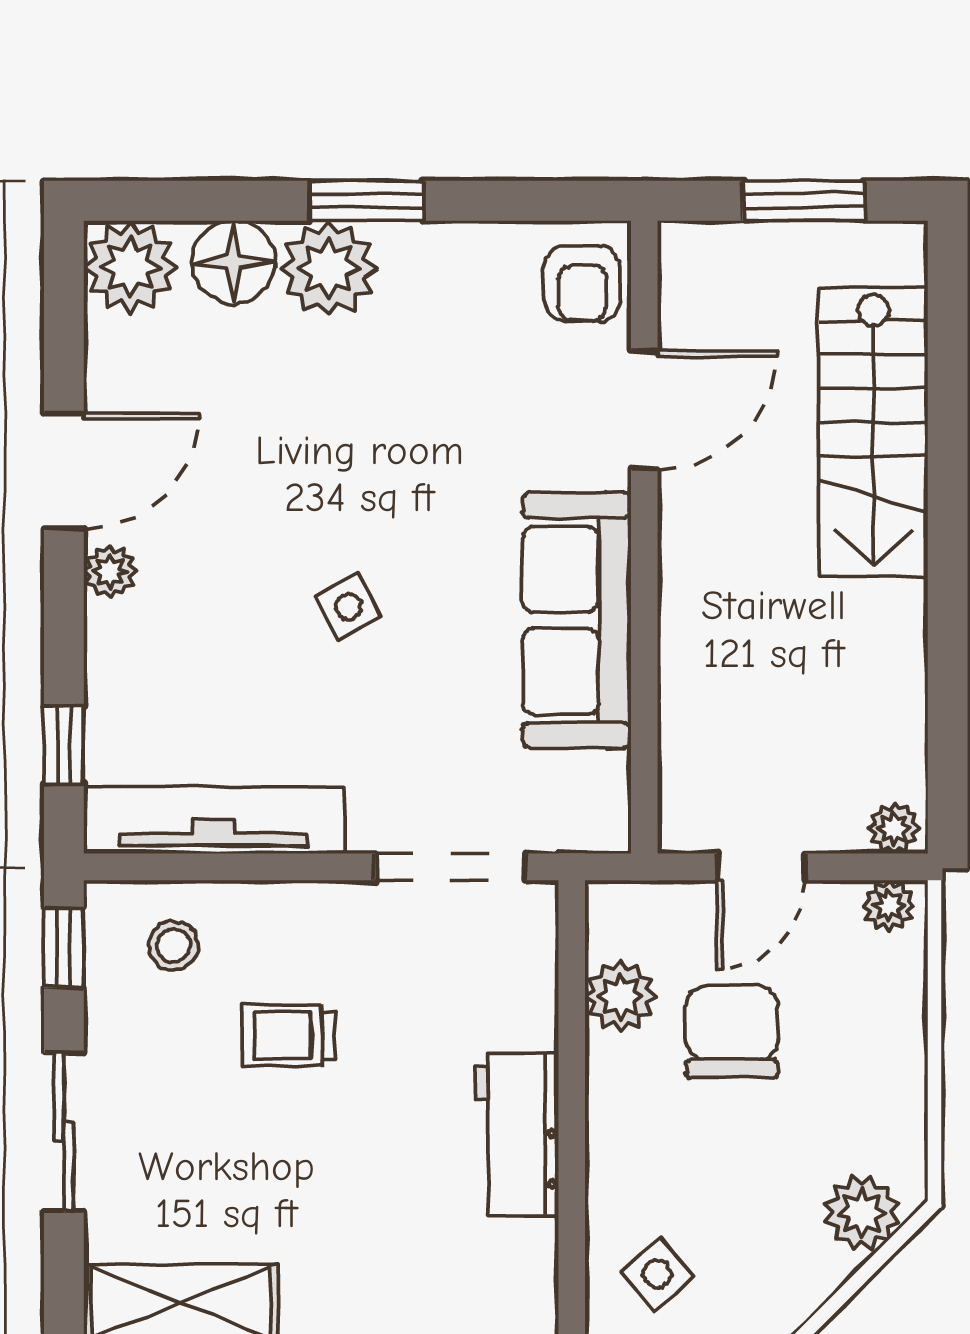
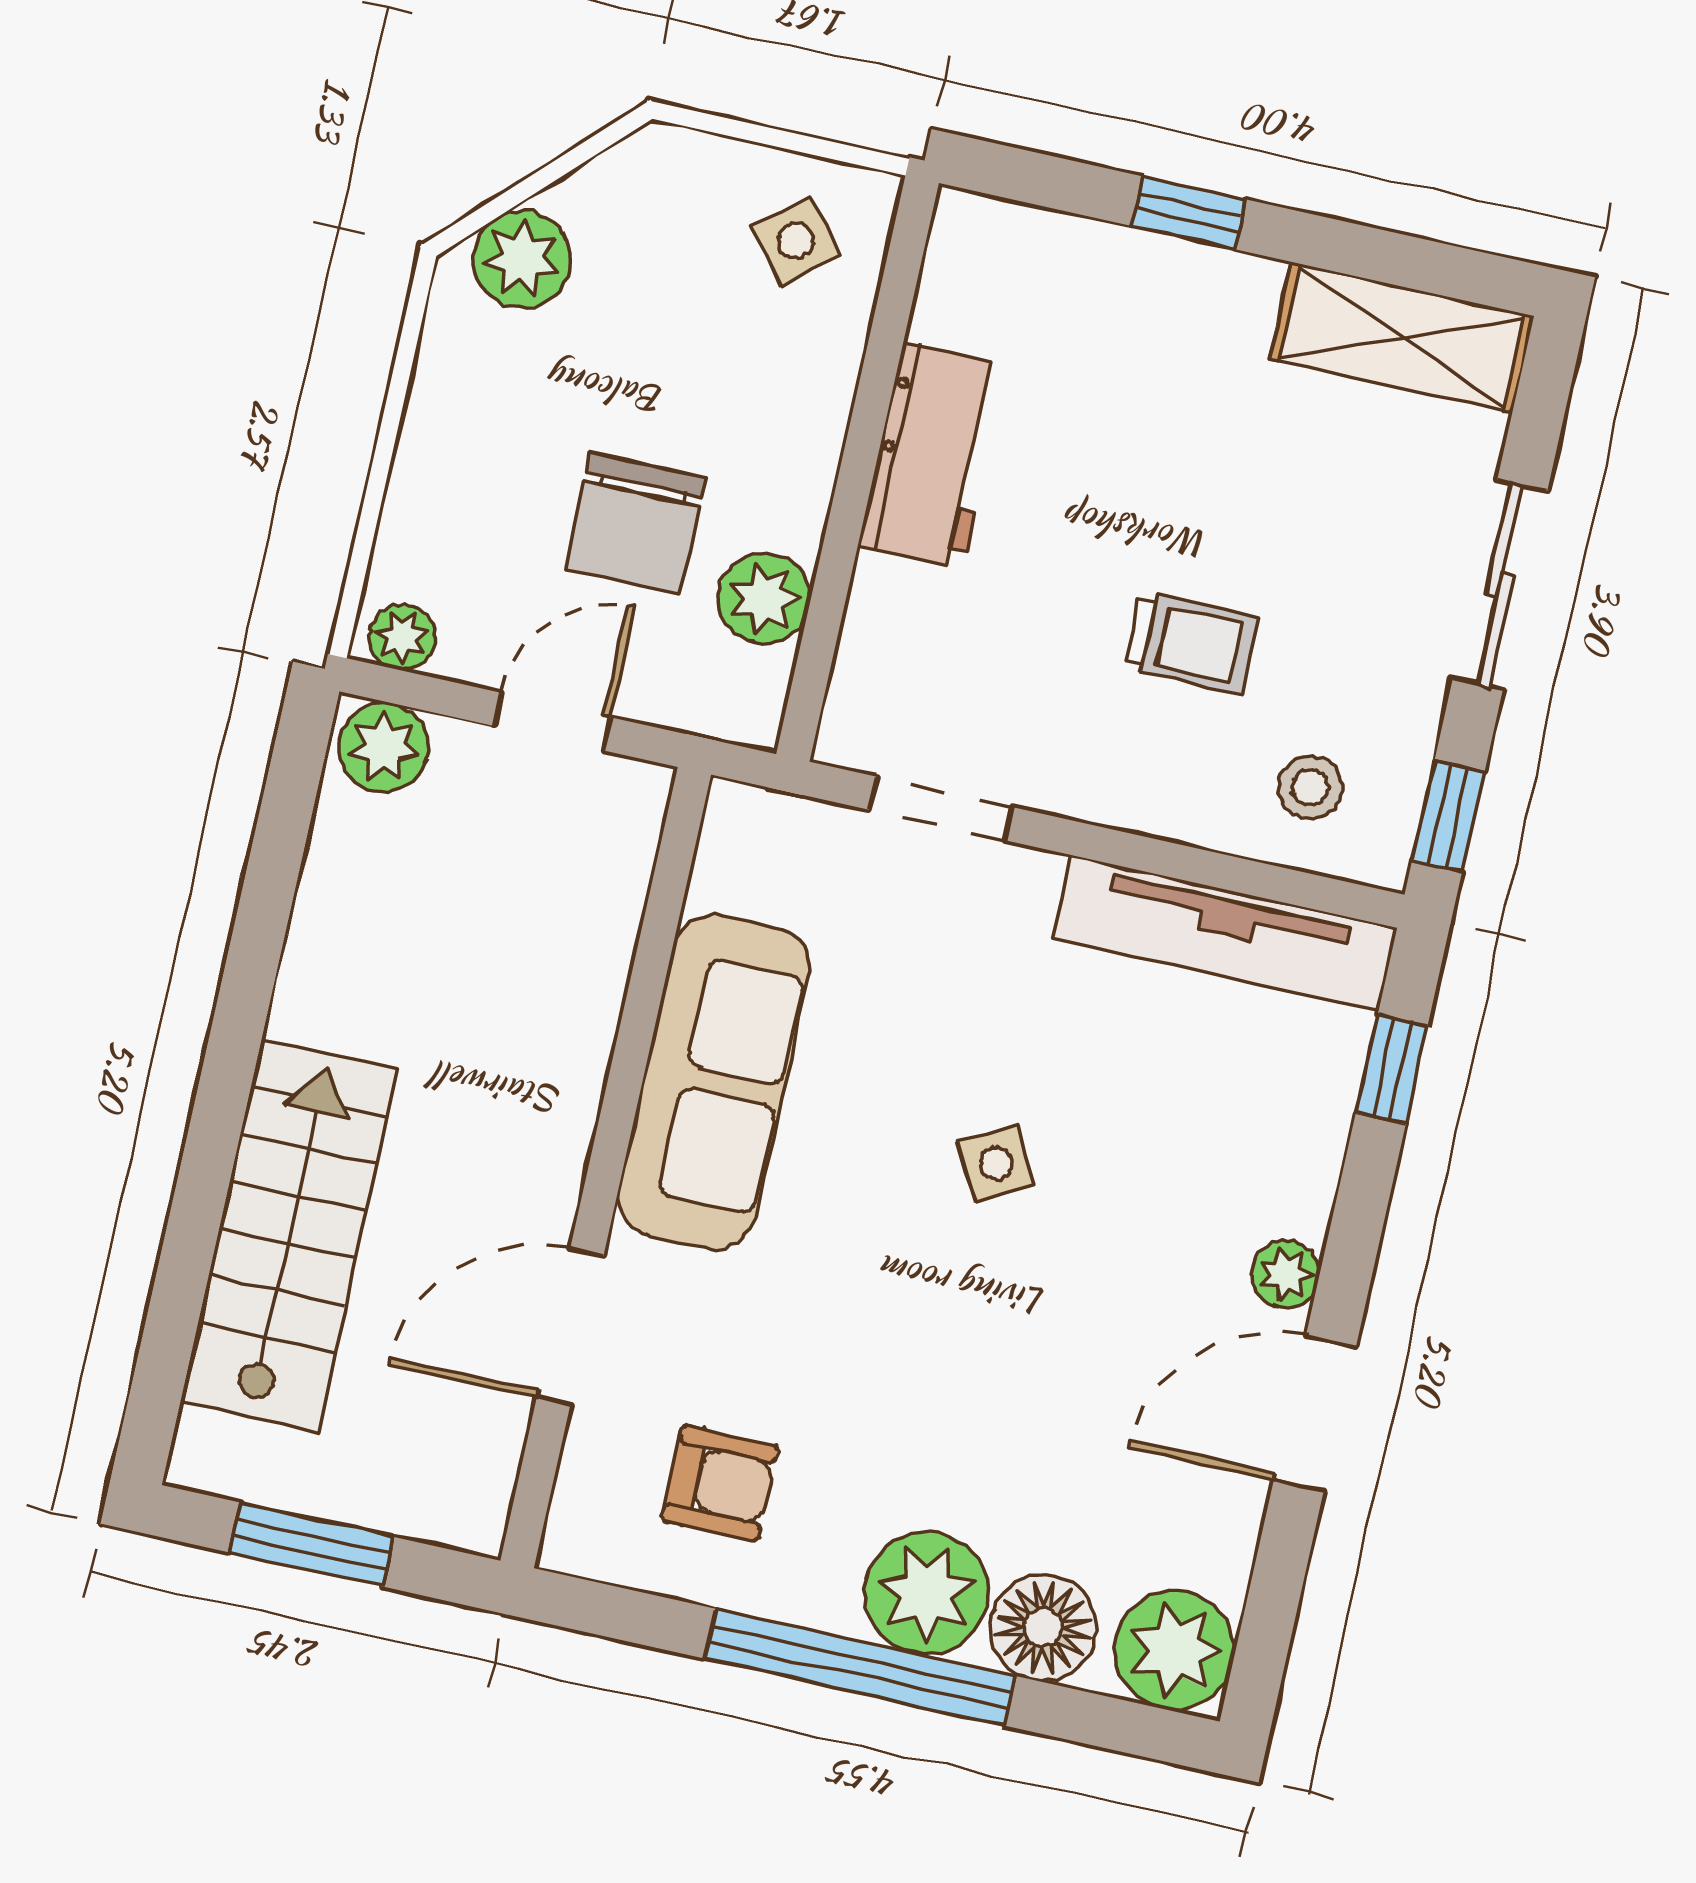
window: (366, 201) -> (860, 1667), width x2.11
armchair: (582, 284) -> (720, 1483), moved, turned 90
plant: (894, 828) -> (384, 747), width x1.38, depth x1.38
doorway: (451, 867) -> (941, 808), width x0.73

